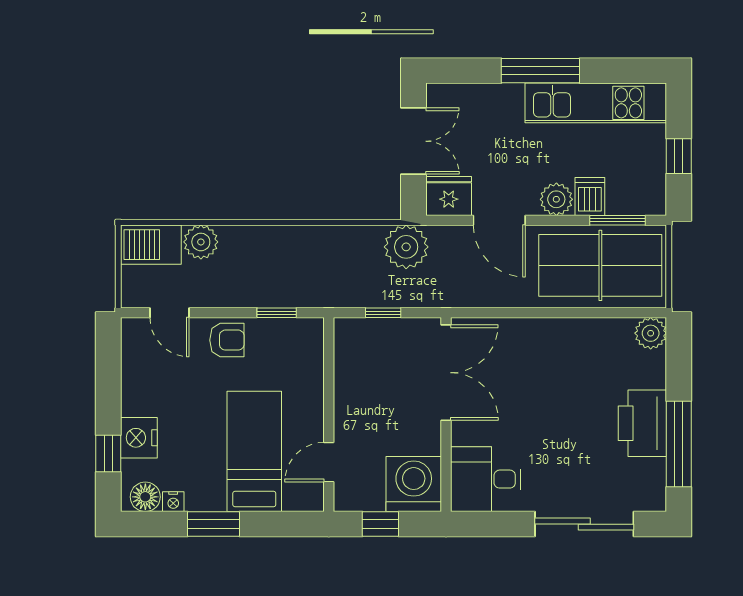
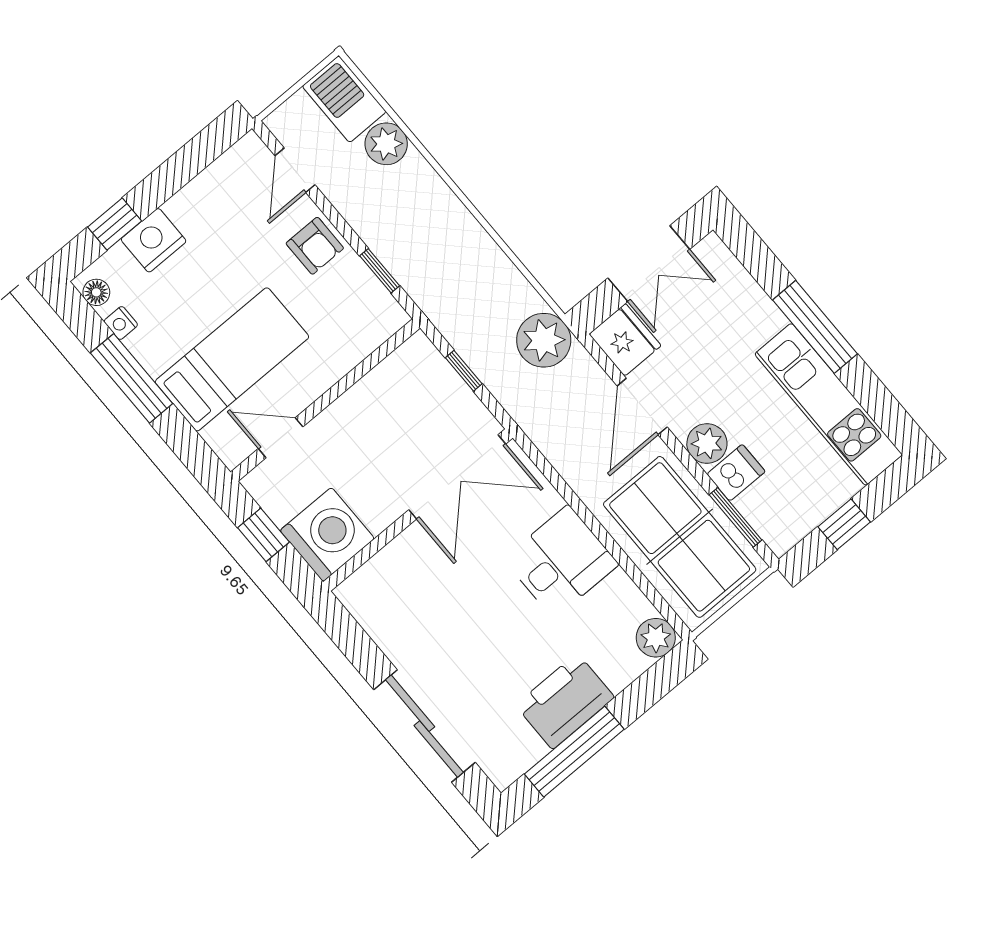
desk: (486, 479) -> (561, 562), moved, turned 90
floor lamp: (145, 497) -> (96, 292), width x0.73, depth x0.73
window: (213, 524) -> (132, 378), width x1.44

